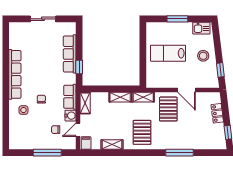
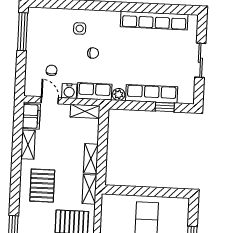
window: (79, 67) -> (165, 107), moved
row of seats: (15, 74) -> (154, 21), moved
plant: (71, 79) -> (119, 94), added
pallet: (142, 132) -> (42, 186), turned 90
filing cabinet: (86, 143) -> (31, 116), width x2.00
window: (47, 153) -> (22, 32), moved

